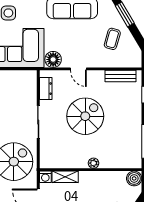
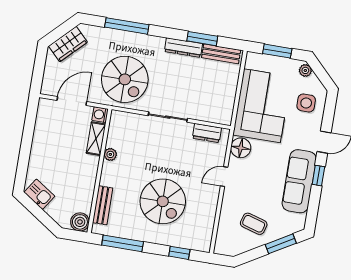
bench: (121, 76) -> (103, 205), moved
spiral stairs: (85, 116) -> (163, 201), moved
plant: (94, 163) -> (110, 154), moved

